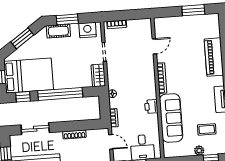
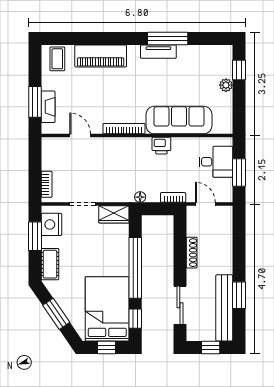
window: (193, 10) -> (35, 102), moved
window: (67, 19) -> (35, 236), moved
fireplace: (174, 21) -> (48, 107), added
coffee table: (207, 129) -> (57, 59), moved
door: (111, 142) -> (205, 204), hinge flipped

